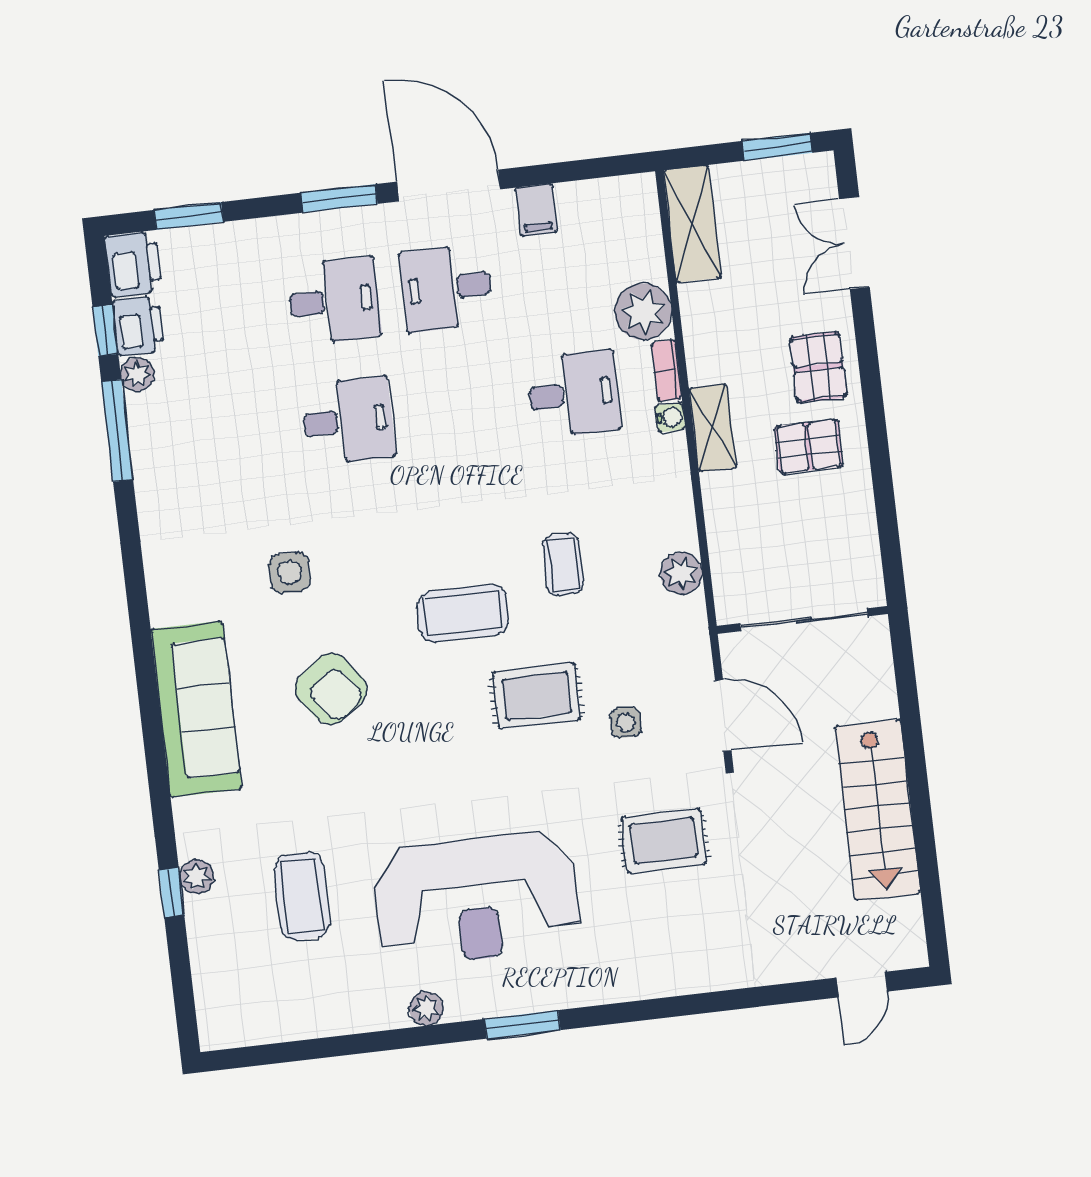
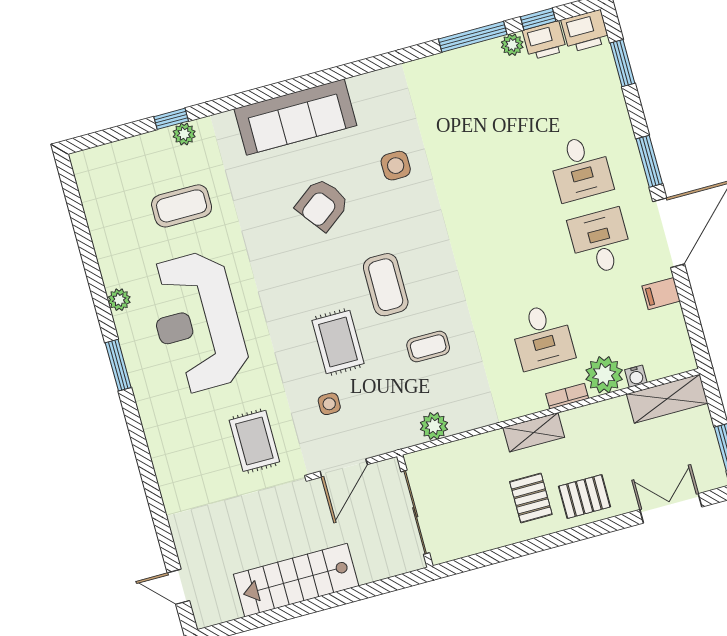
water cooler: (670, 417) -> (636, 376), moved
desk: (348, 421) -> (502, 189), removed

